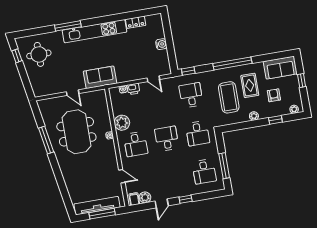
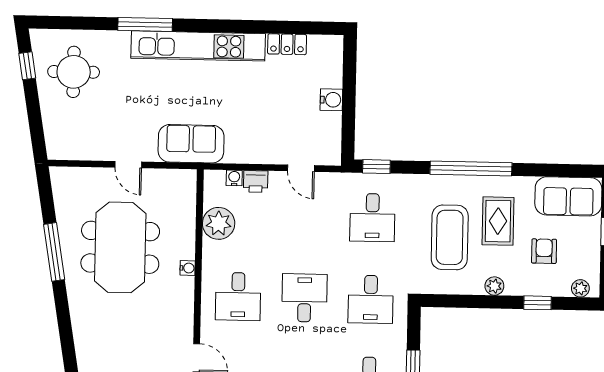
desk: (191, 95) -> (372, 218), turned 180
plant: (122, 123) -> (219, 223), moved

